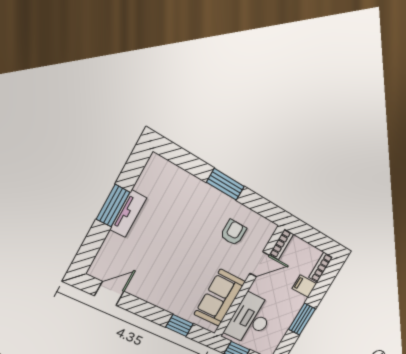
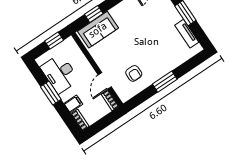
tv unit: (128, 214) -> (187, 34), moved
sofa: (220, 298) -> (98, 30), moved, turned 90
desk: (250, 319) -> (60, 73), moved, turned 180

